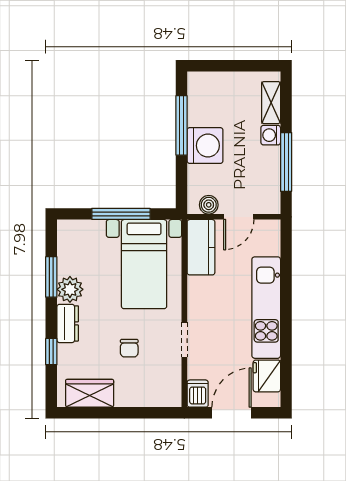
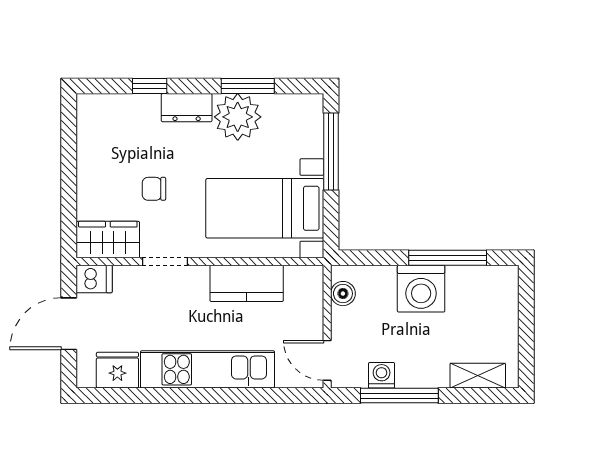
washing machine: (271, 135) -> (382, 375), moved
window: (121, 214) -> (331, 152), moved
door: (239, 217) -> (327, 360), moved
kitchen counter: (201, 247) -> (247, 283), moved
plant: (70, 289) -> (238, 117), width x1.36, depth x1.36
wardrobe: (90, 393) -> (108, 240), moved, turned -90
door: (232, 413) -> (69, 324), swing flipped

